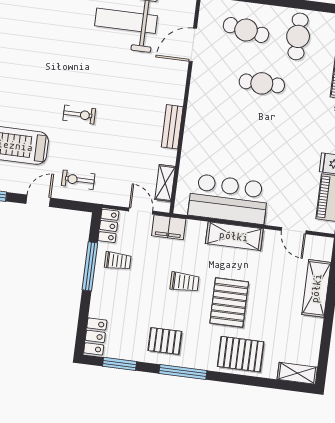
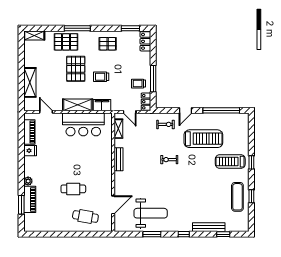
cafe table: (298, 36) -> (57, 217), removed
filing cabinet: (169, 227) -> (102, 105), moved
window: (183, 372) -> (77, 28), moved

